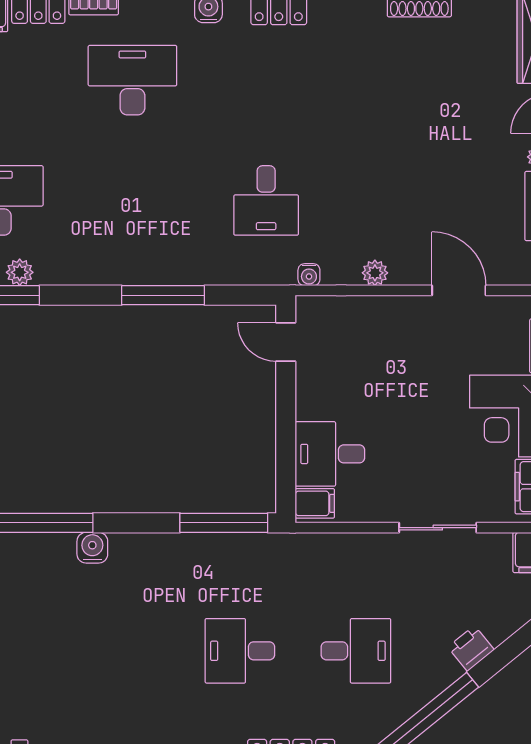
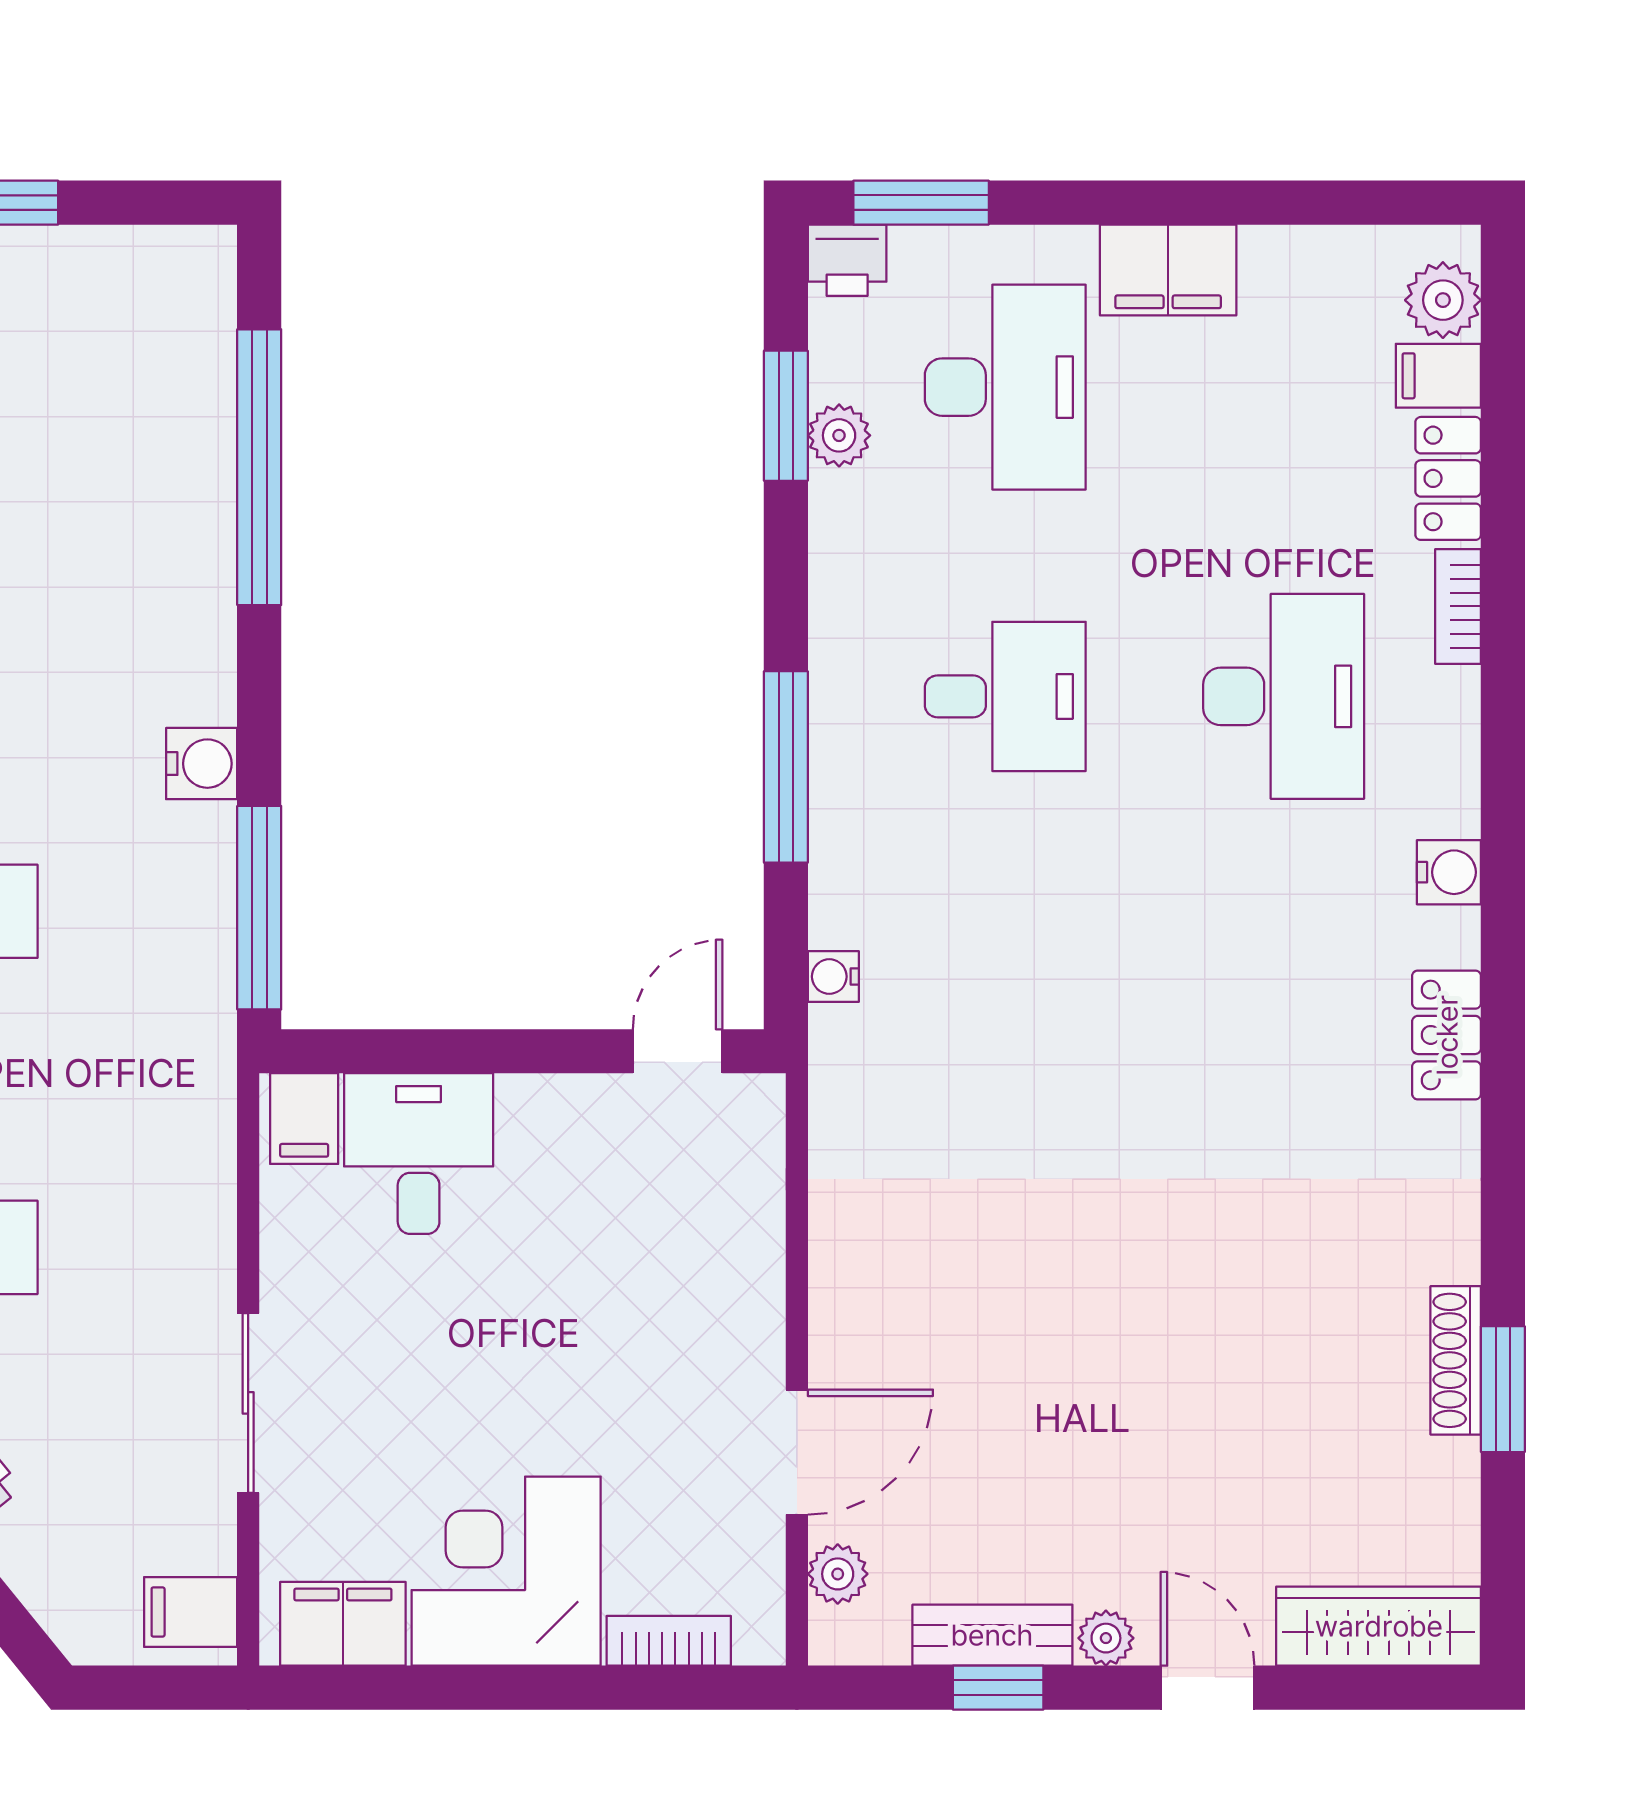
desk: (266, 200) -> (1005, 696), moved, turned 180
plant: (375, 273) -> (838, 1574), moved
water cooler: (309, 275) -> (833, 977), moved
water cooler: (92, 548) -> (202, 764), moved

